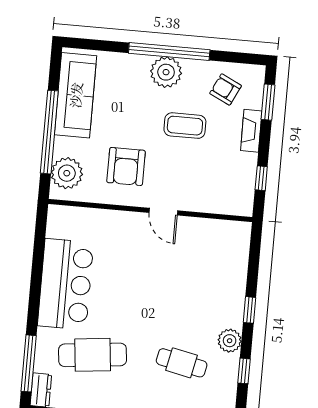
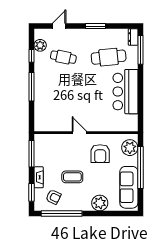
window: (169, 51) -> (62, 214), moved
plant: (166, 72) -> (100, 203), moved
armchair: (126, 166) -> (100, 154), turned 180
window: (261, 178) -> (31, 154), width x2.17
window: (249, 310) -> (31, 87), width x2.17
plant: (230, 341) -> (40, 45), moved

